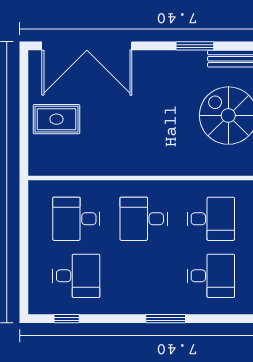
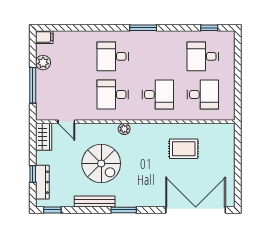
rug: (56, 119) -> (184, 149), moved
plant: (194, 167) -> (124, 129), added

